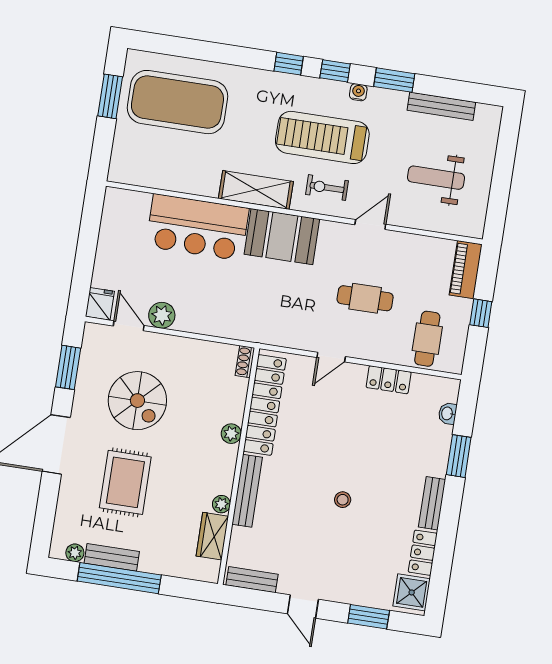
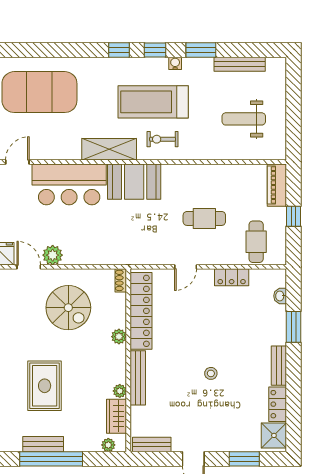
door: (370, 224) -> (17, 162), moved
spiral stairs: (137, 401) -> (68, 308), moved
plant: (75, 553) -> (108, 445), moved

